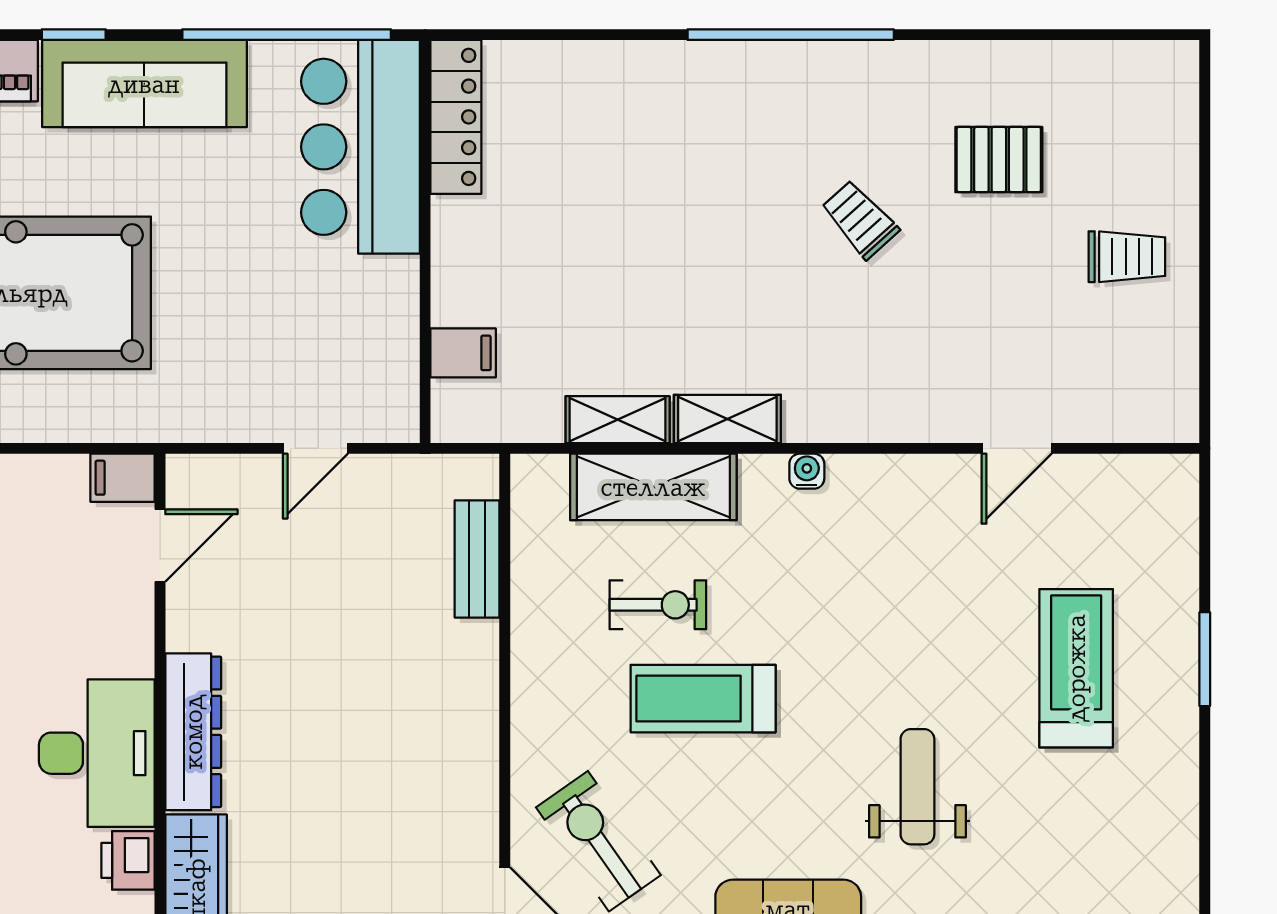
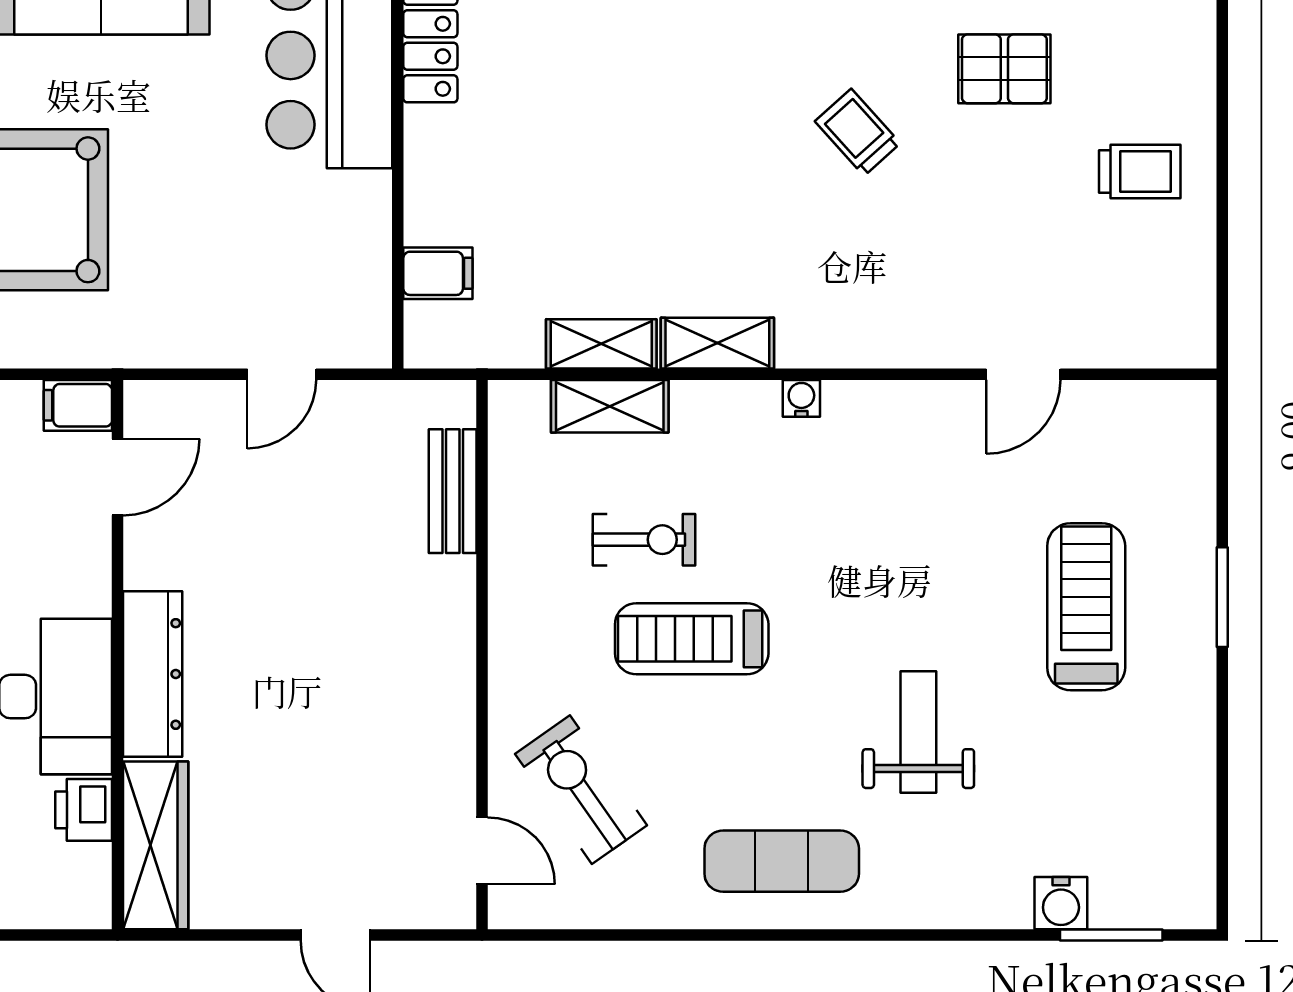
shelving: (653, 487) -> (610, 406), width x0.67, depth x0.75

